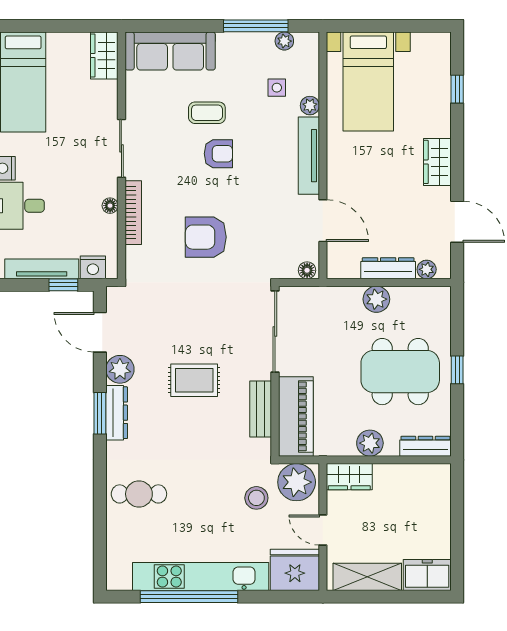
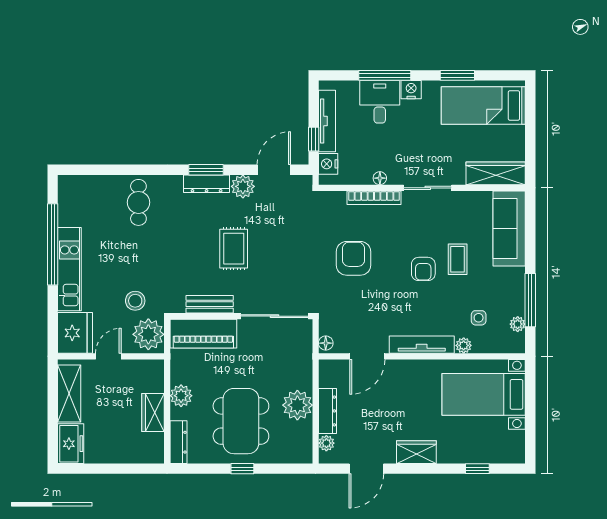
wardrobe: (104, 55) -> (496, 173), width x1.50
plant: (376, 299) -> (297, 405), width x1.36, depth x1.36
wardrobe: (349, 477) -> (153, 413), moved
kitchen unit: (201, 576) -> (69, 269), width x0.73

